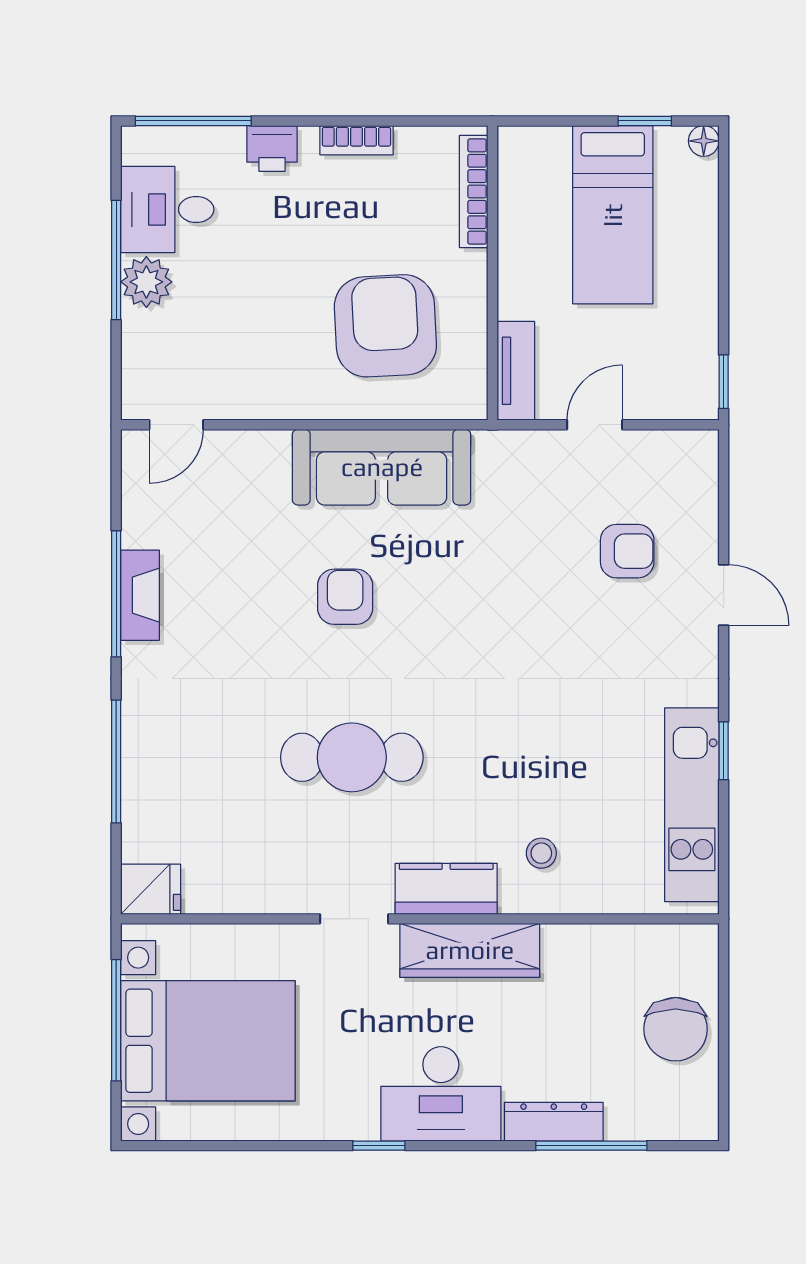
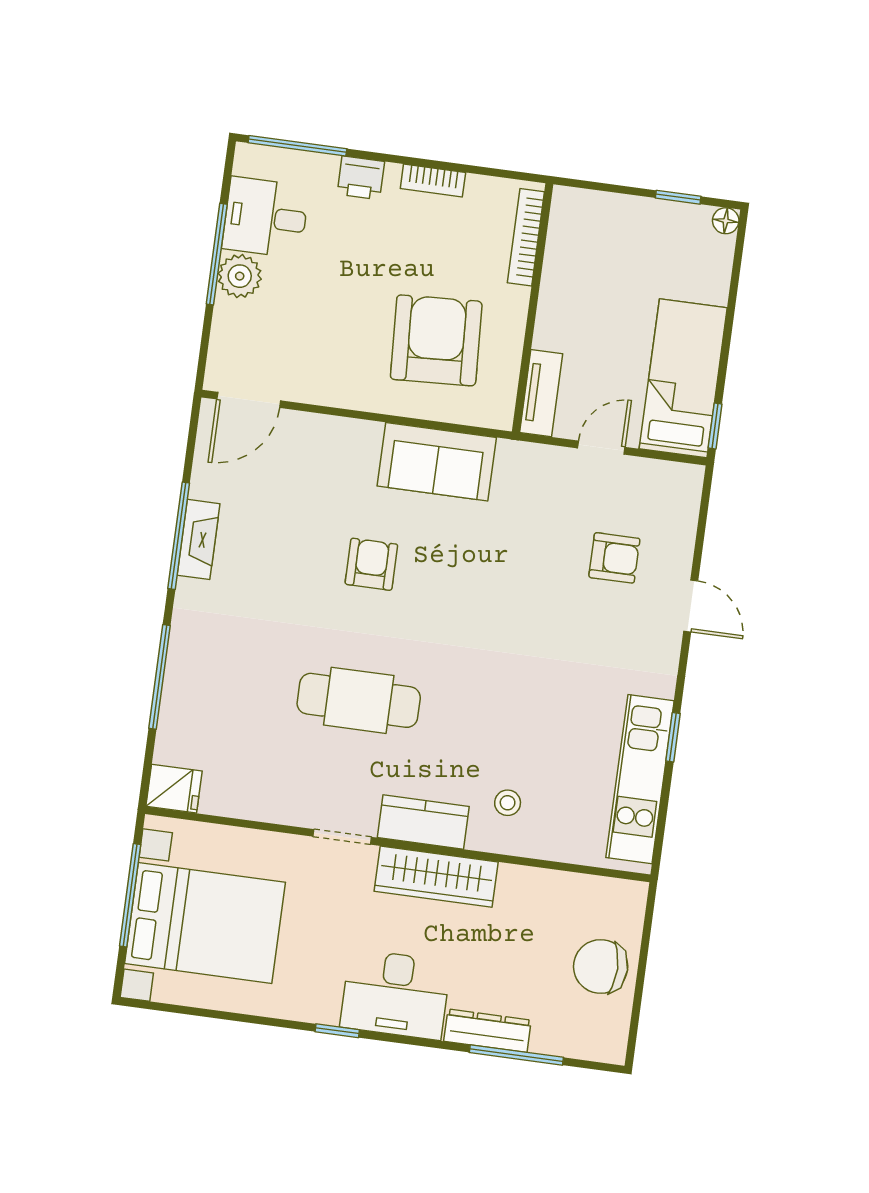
bed: (613, 215) -> (683, 378), moved, turned 180
door: (176, 425) -> (249, 400), width x1.38
sofa: (382, 467) -> (437, 462), width x0.73
chair: (676, 1029) -> (601, 966), turned 90

